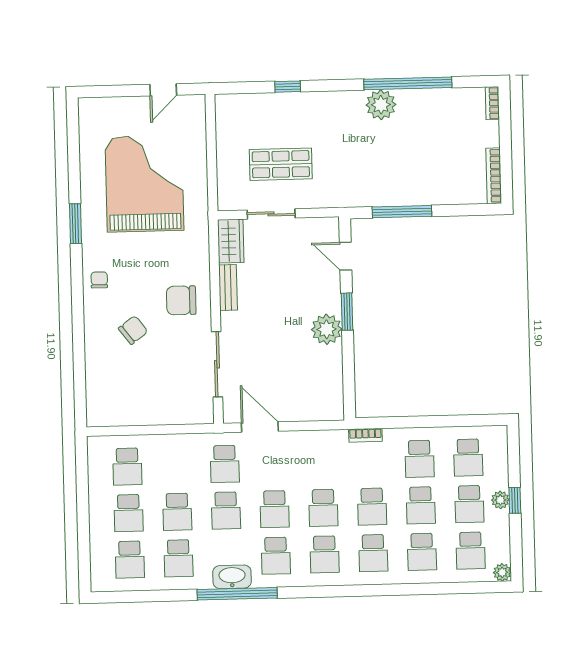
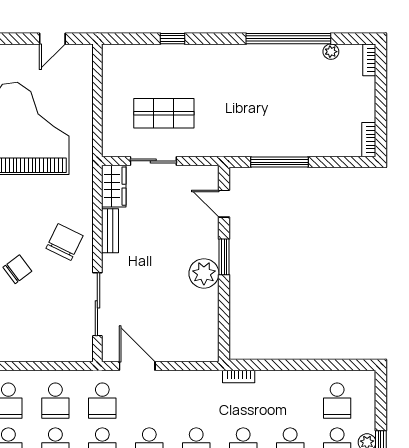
plant: (381, 105) -> (331, 52), moved, width x0.53, depth x0.53
bookcase: (494, 176) -> (369, 140), width x0.64
chair: (181, 300) -> (64, 242), turned 116
school desk: (419, 459) -> (55, 401), moved

